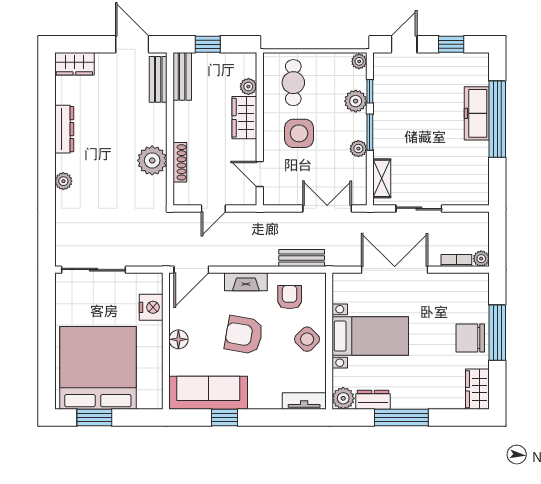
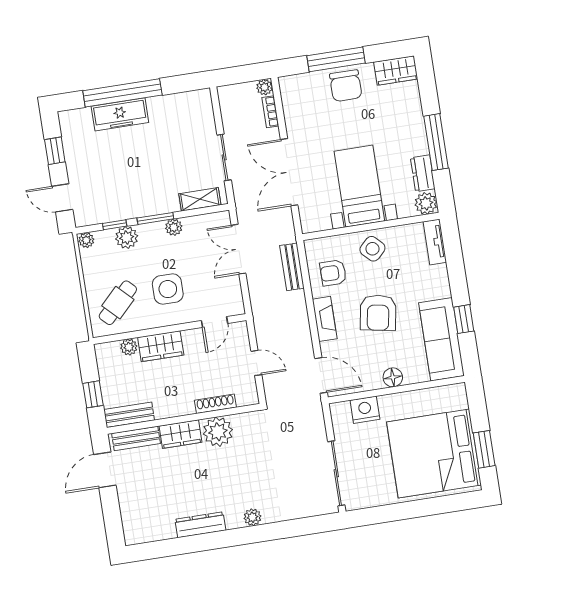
wardrobe: (74, 64) -> (181, 434), moved, turned 90
cafe table: (293, 83) -> (118, 303), turned -45

